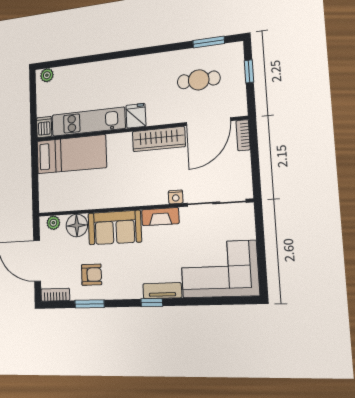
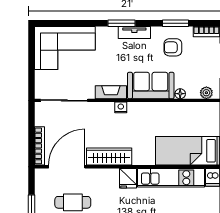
bookcase: (243, 135) -> (39, 146), width x1.56
nightstand: (176, 197) -> (121, 107), moved
floor lamp: (77, 225) -> (180, 94), width x0.53, depth x0.53
tv unit: (162, 291) -> (134, 32), moved
window: (152, 302) -> (121, 23), width x1.50

